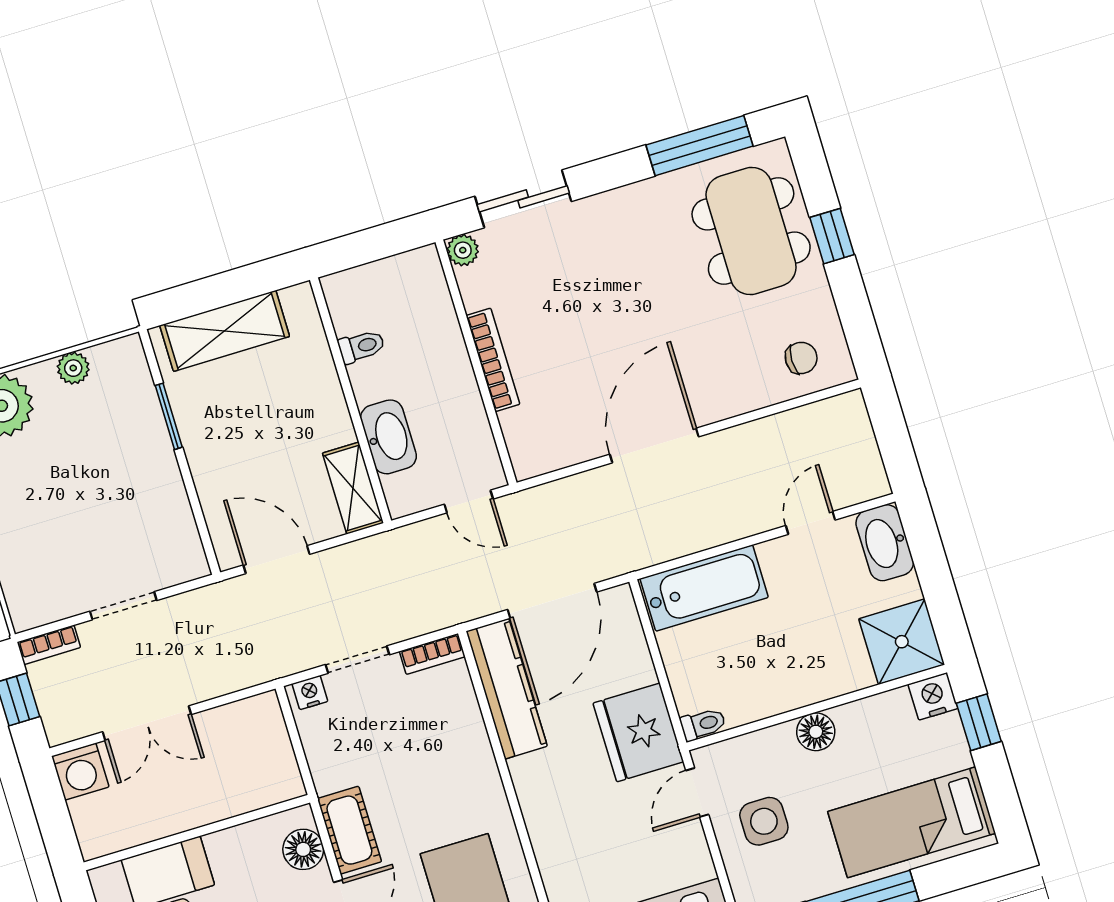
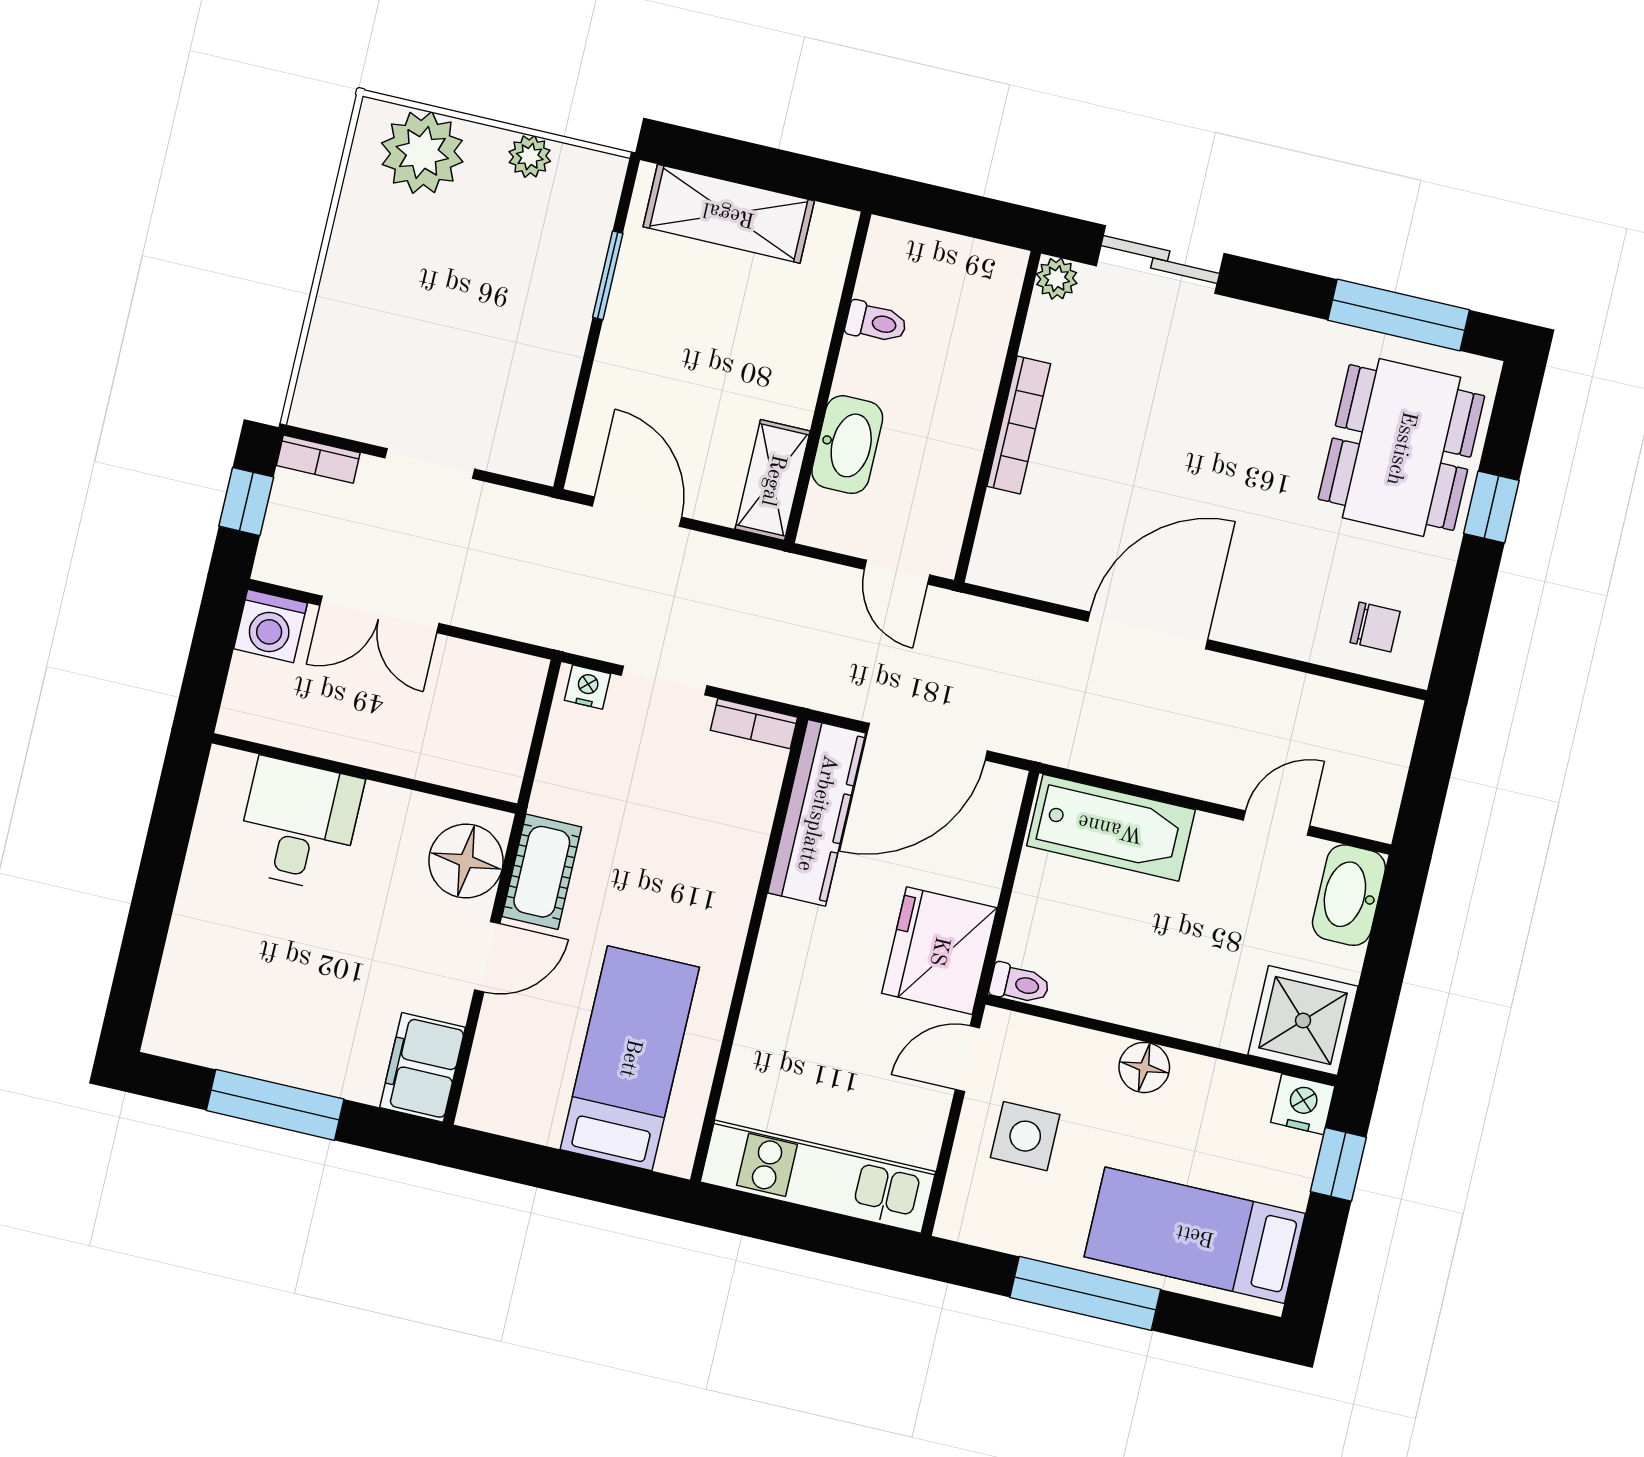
floor lamp: (303, 849) -> (466, 861), width x1.38, depth x1.38

